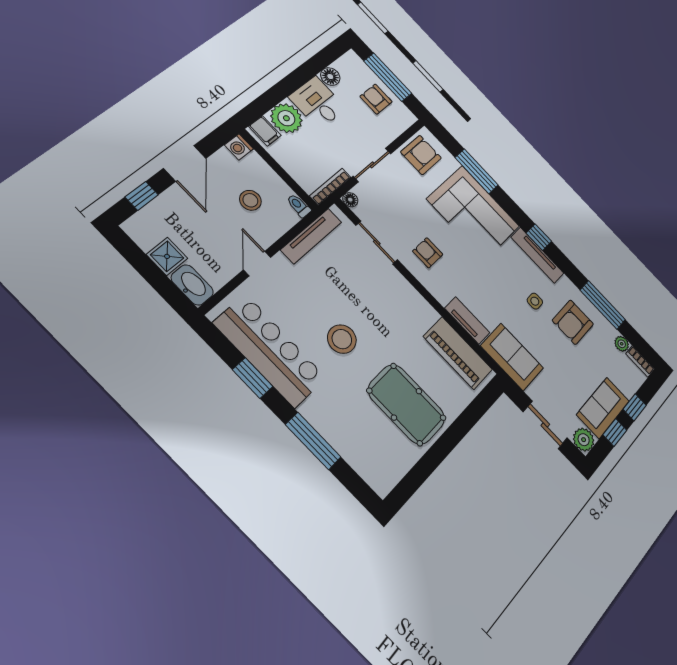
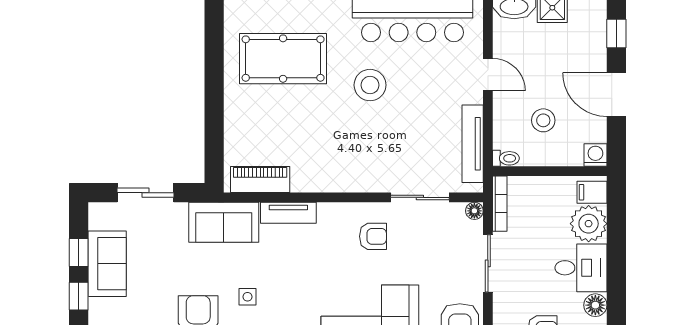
piano: (458, 353) -> (260, 179), width x0.73, depth x0.75
pool table: (407, 404) -> (283, 59), moved
plant: (584, 440) -> (101, 216), removed

